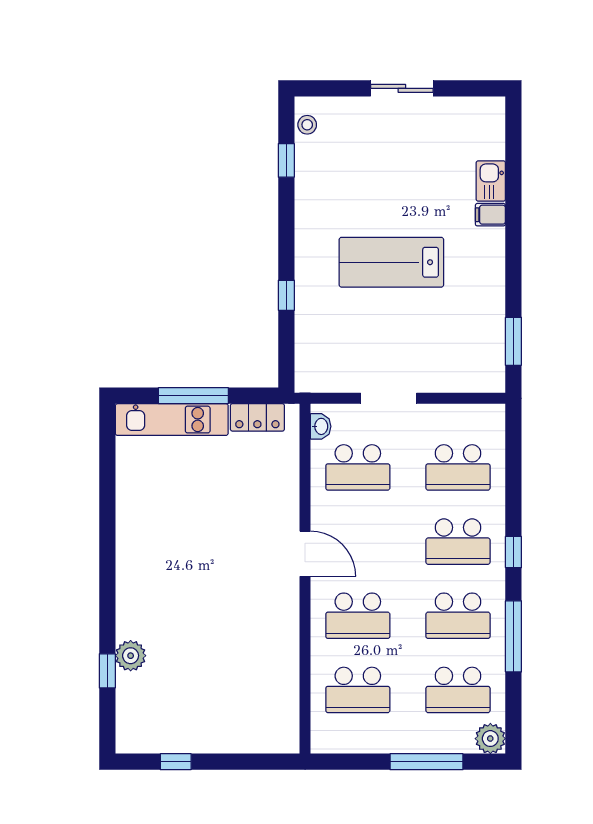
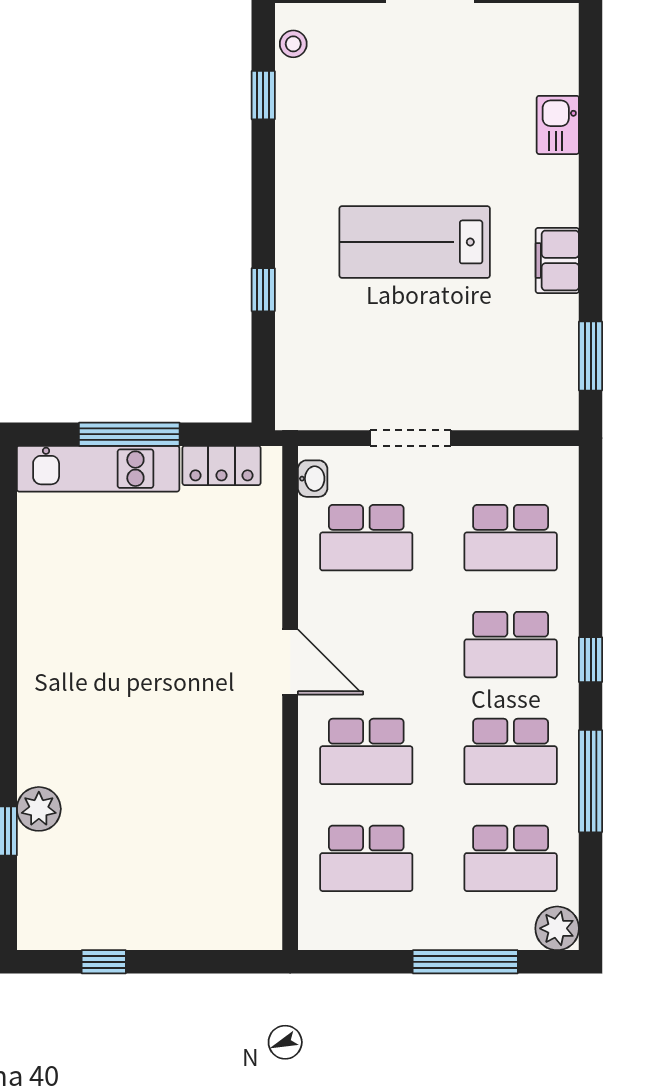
filing cabinet: (490, 215) -> (557, 260), moved, width x2.00

